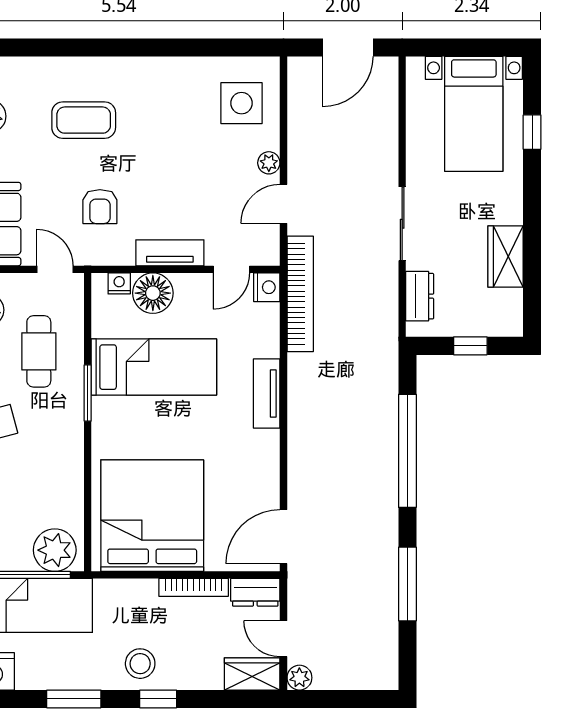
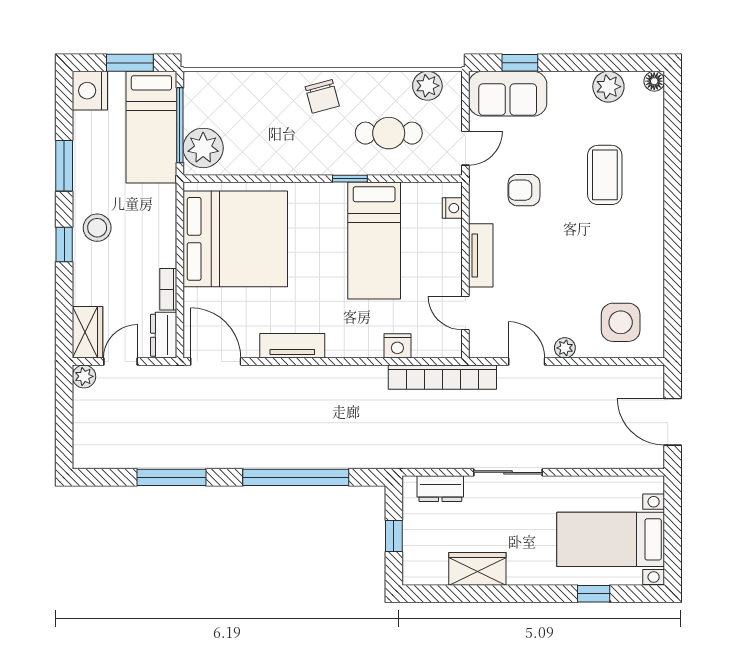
nightstand: (267, 287) -> (397, 346), moved
floor lamp: (153, 293) -> (443, 240), removed
window: (88, 393) -> (350, 179), width x0.67
tv unit: (267, 394) -> (292, 346), moved
bookcase: (194, 587) -> (168, 289), width x0.64

